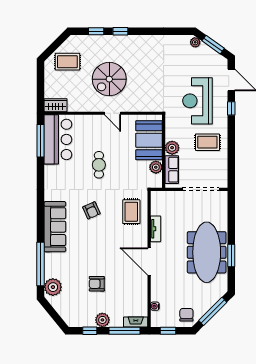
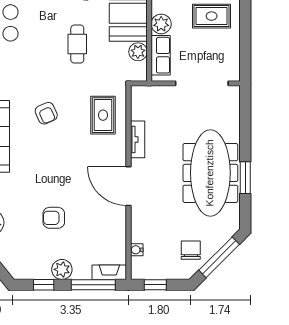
cafe table: (99, 165) -> (77, 44), moved
chair: (186, 315) -> (191, 250), moved

